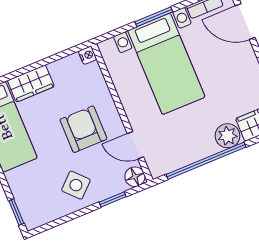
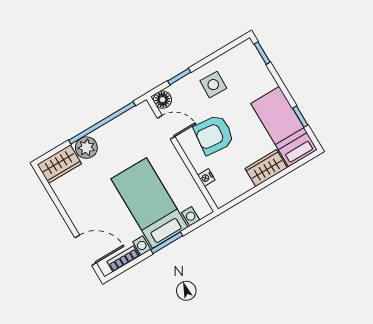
nightstand: (88, 55) -> (206, 178), moved
armchair: (83, 129) -> (214, 135), turned 96
side table: (76, 185) -> (213, 85), turned 45

